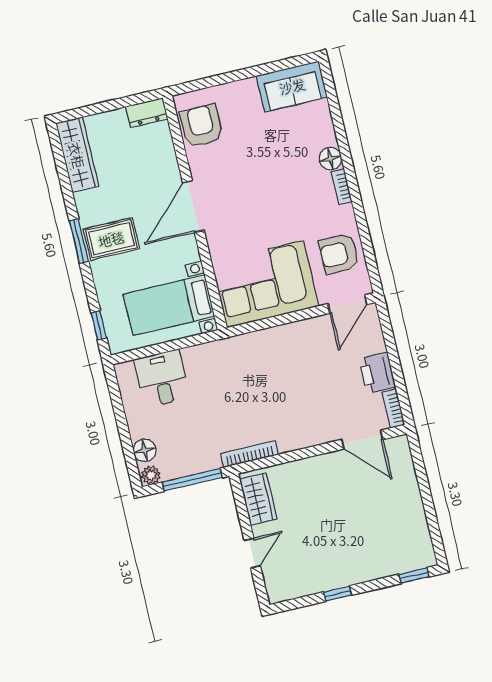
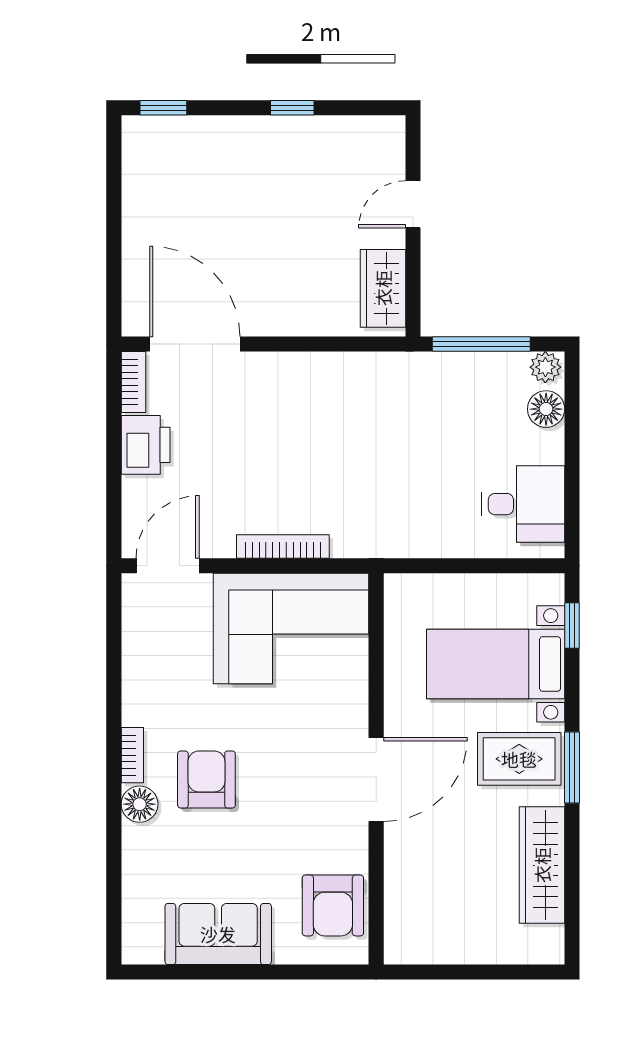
sofa: (292, 86) -> (218, 934), moved
dresser: (147, 113) -> (415, 947), removed
wardrobe: (77, 155) -> (542, 865), moved
armchair: (339, 254) -> (206, 779), moved, turned -90
bed with nightstands: (169, 305) -> (496, 664), moved, turned 180
desk: (162, 379) -> (523, 504), moved, turned -90
door: (362, 440) -> (195, 344), width x1.36
bookcase: (249, 454) -> (283, 546), moved, turned 180

